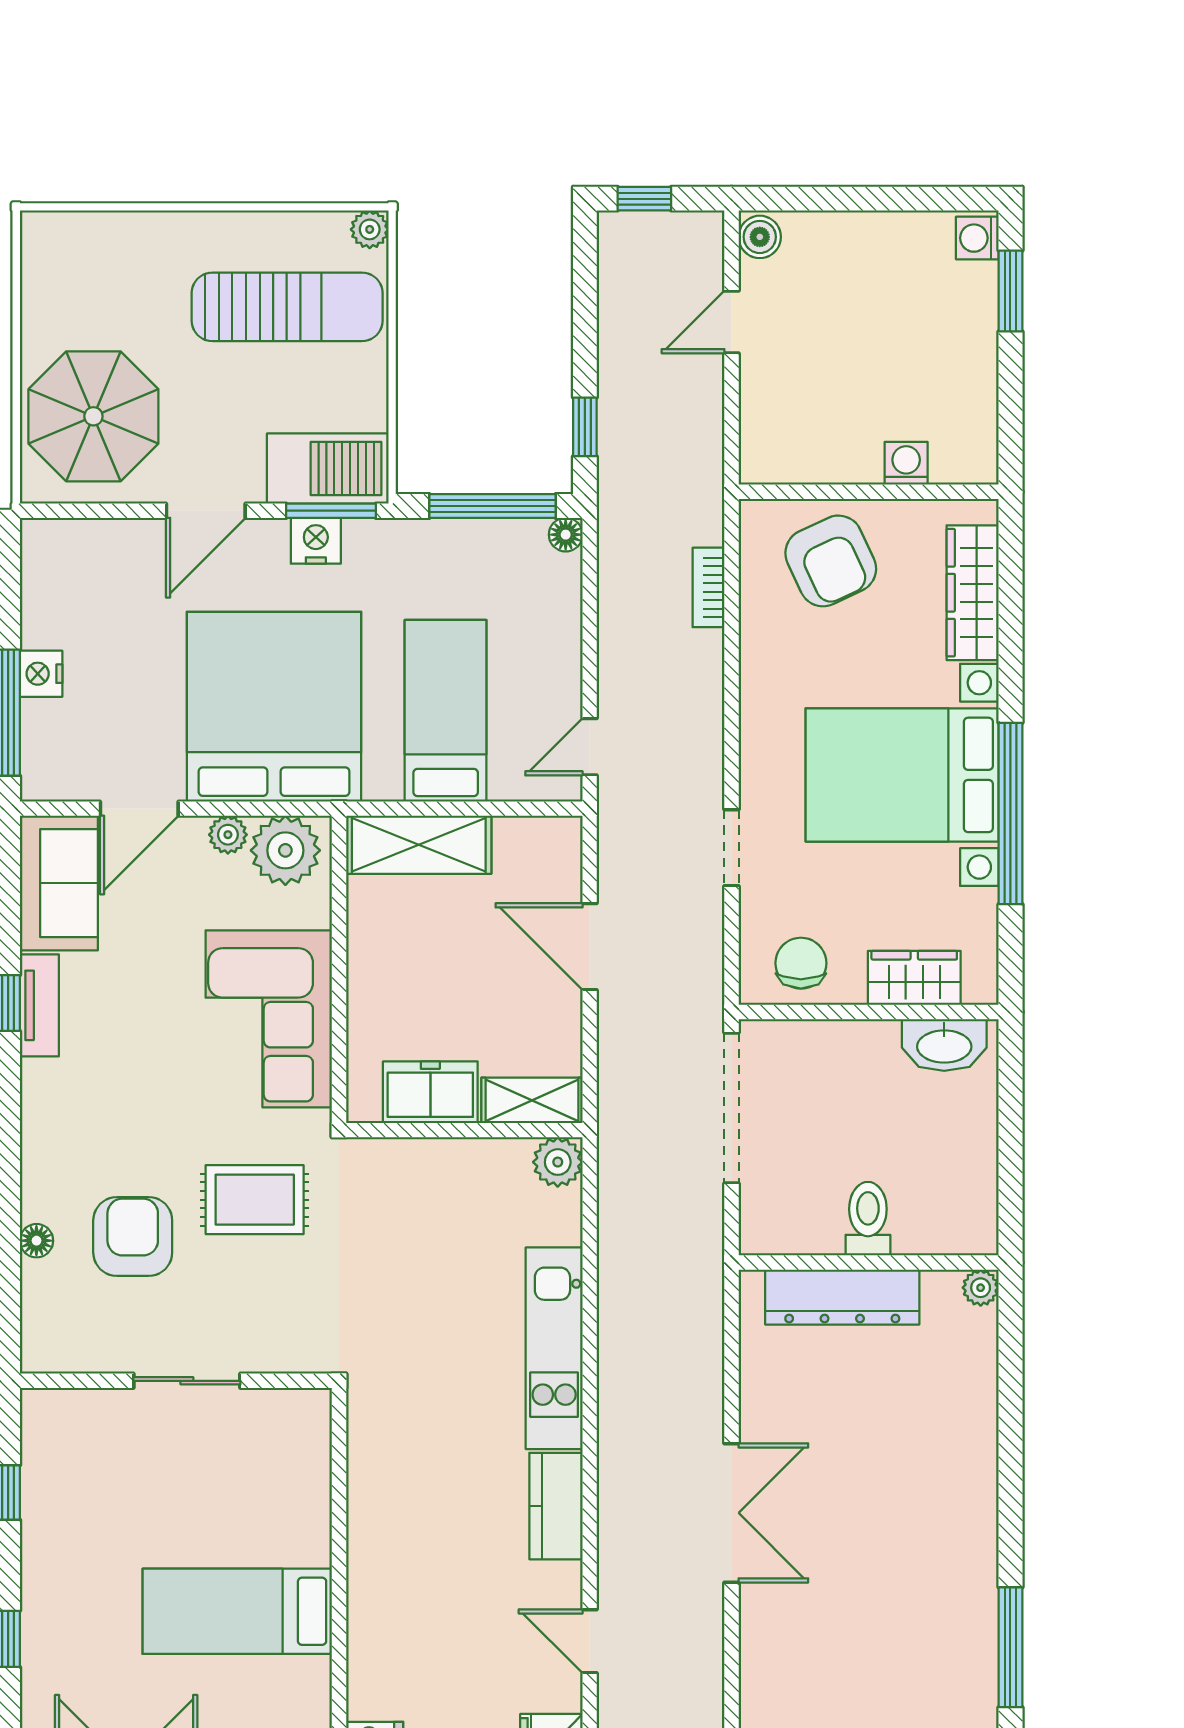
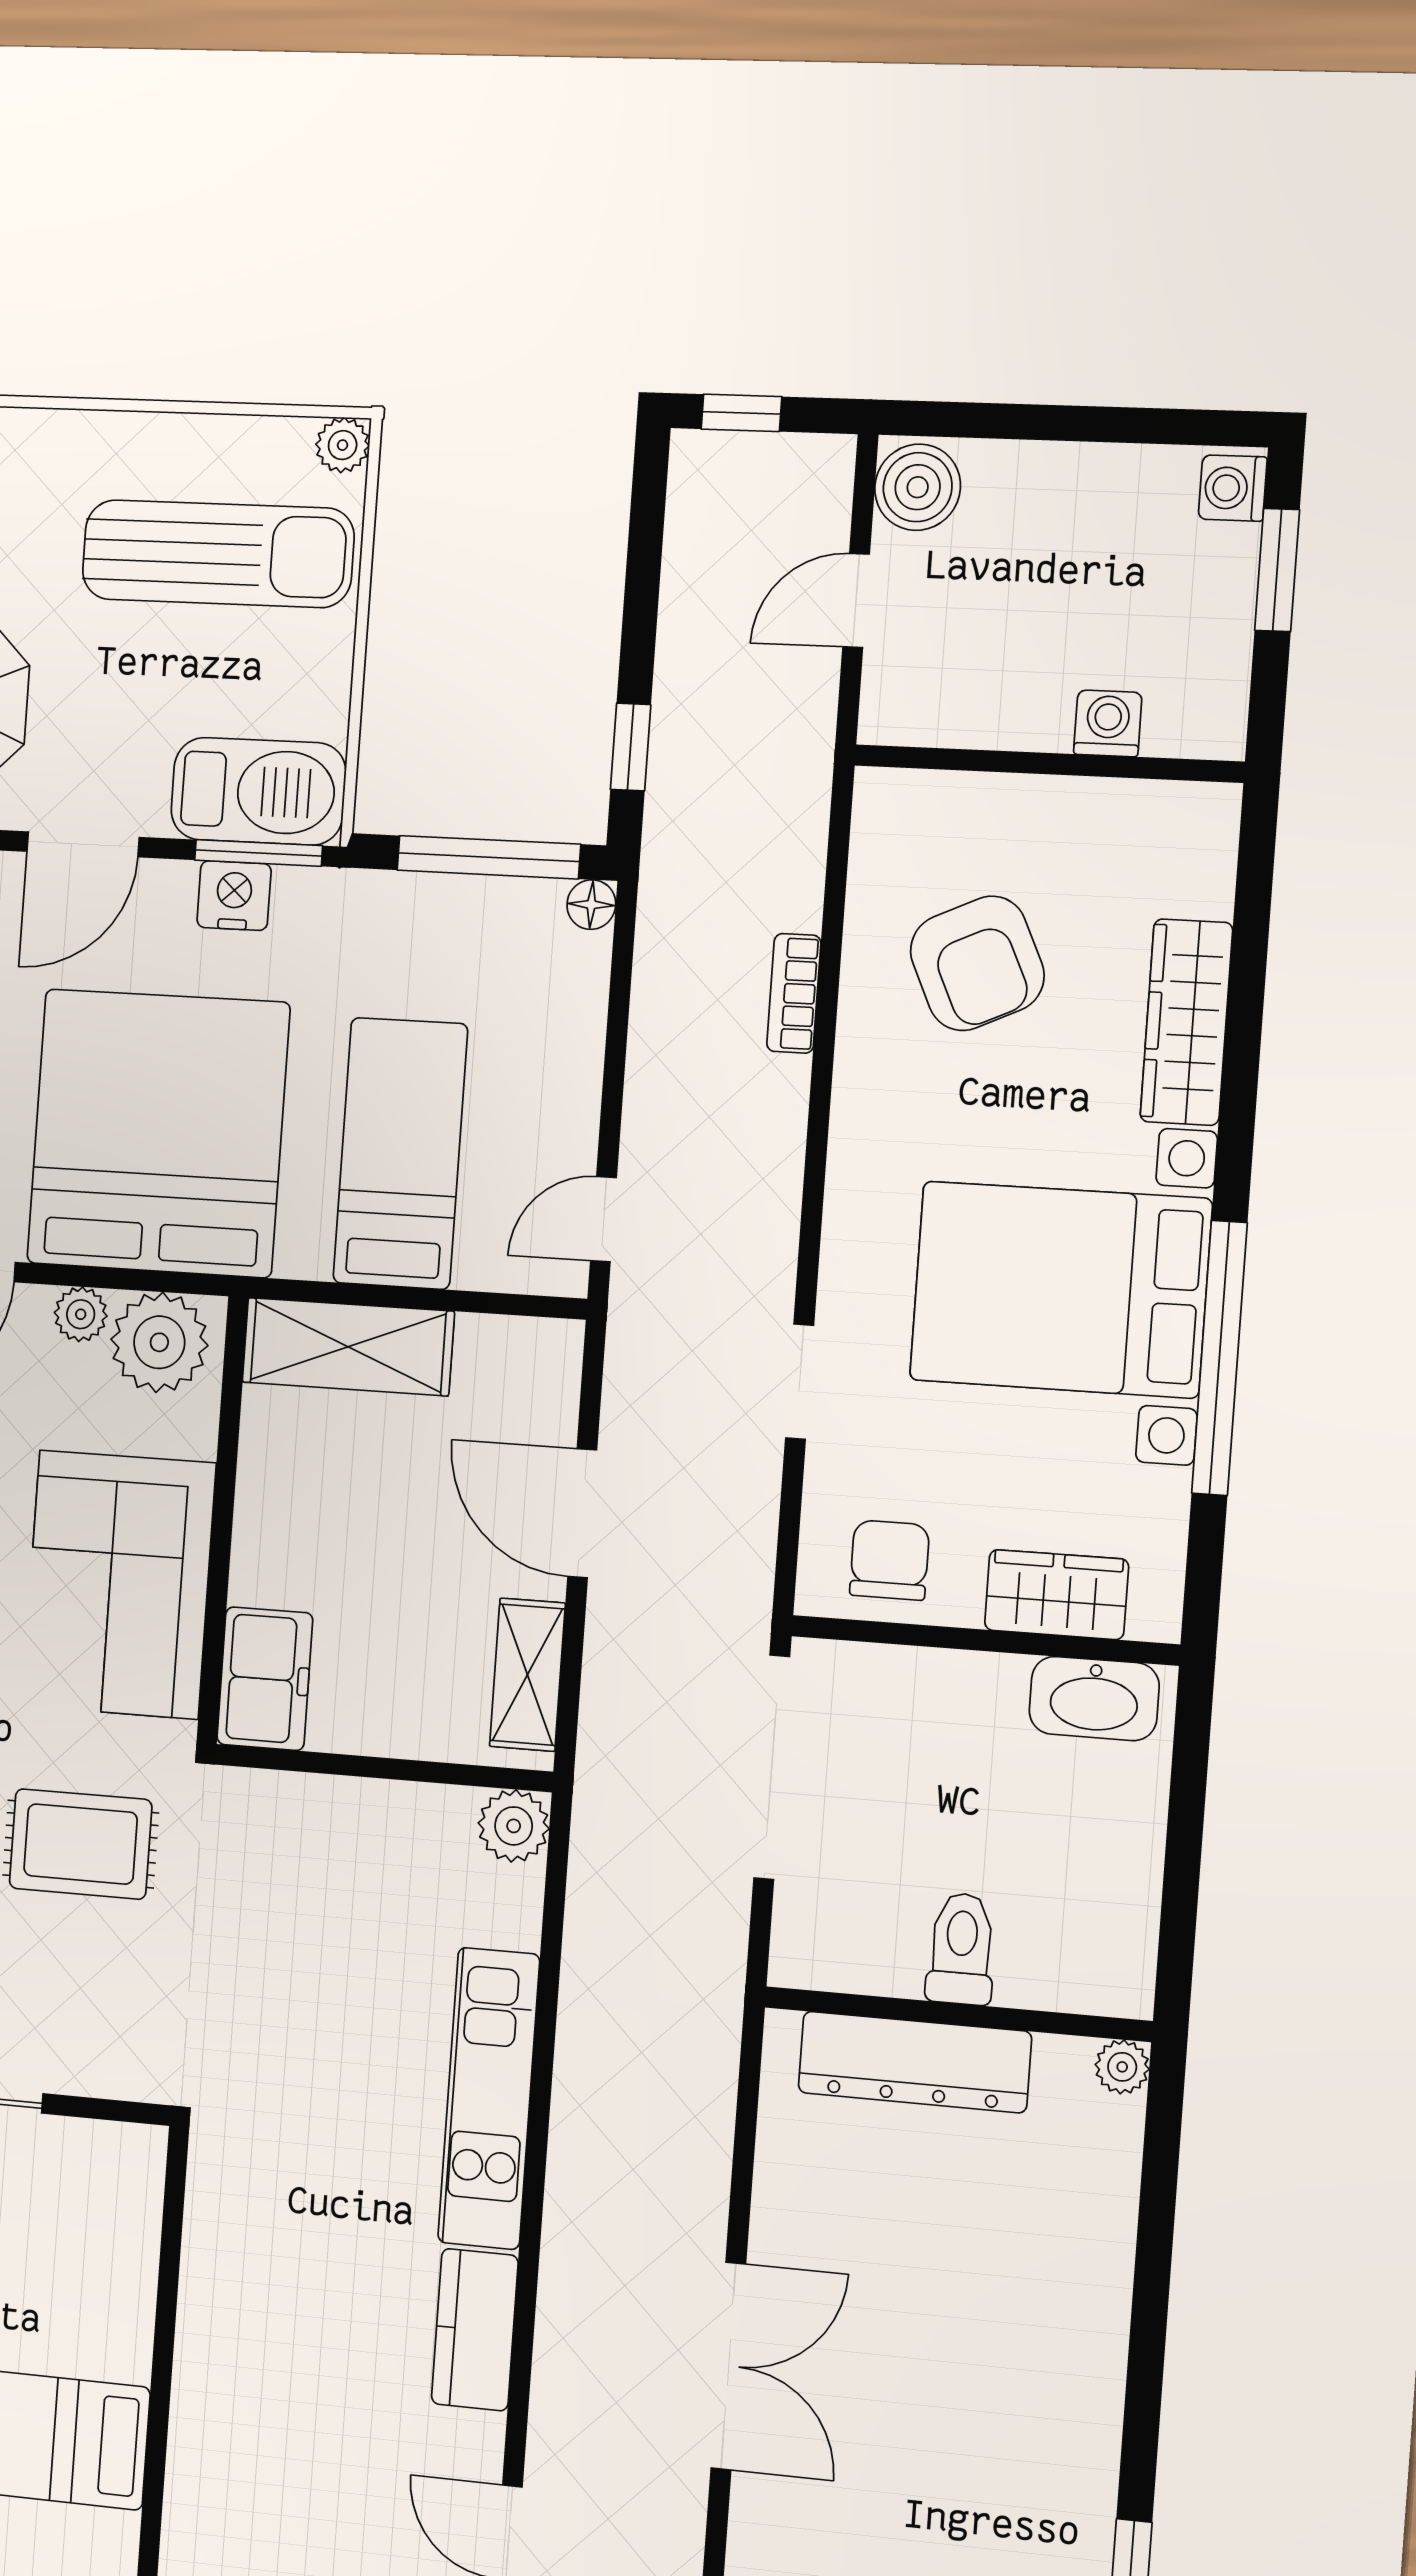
boiler: (760, 237) -> (918, 487), width x1.36, depth x1.36
washing machine: (906, 463) -> (1108, 723), moved
wall: (869, 492) -> (1048, 764), moved
freezer: (430, 1092) -> (265, 1679), moved, turned 90
shelving: (532, 1100) -> (527, 1675), moved, turned 90

